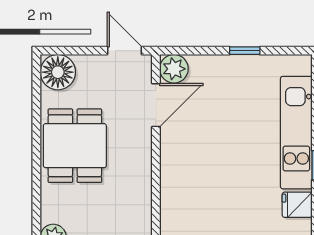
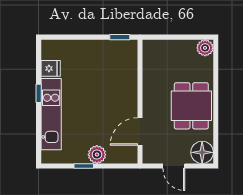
door: (125, 51) -> (174, 166), moved
plant: (174, 69) -> (97, 155), moved

